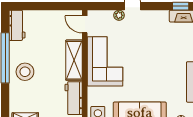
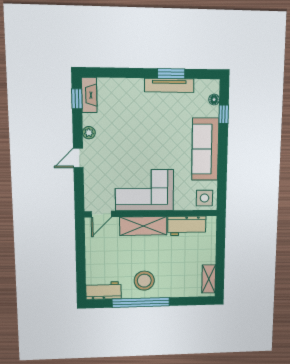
plant: (119, 15) -> (89, 133), moved
stool: (25, 72) -> (144, 281), moved

